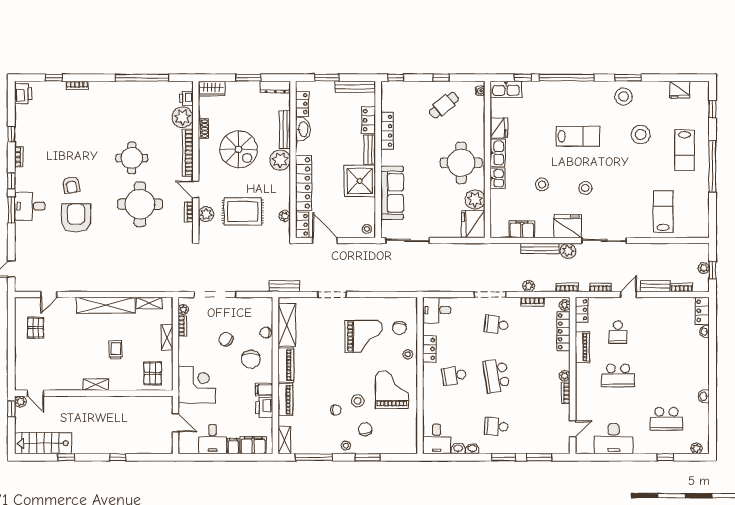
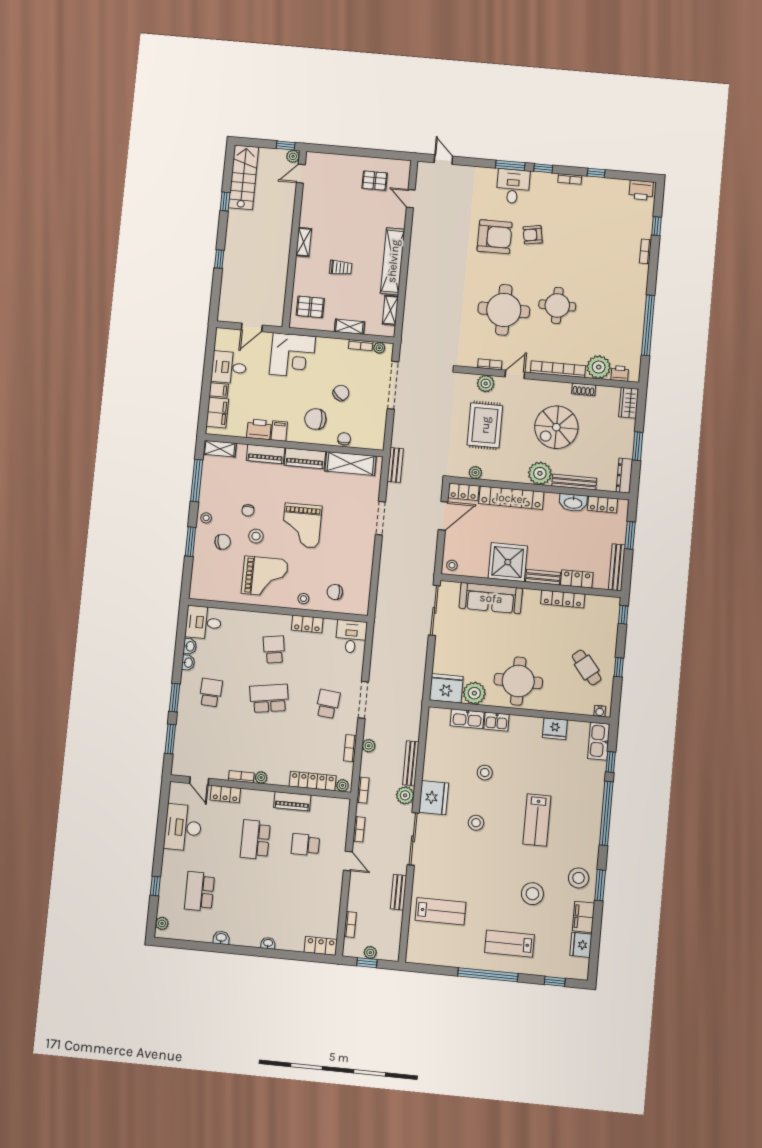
kitchen sink: (498, 153) -> (467, 719), moved
filing cabinet: (522, 229) -> (583, 917), moved, turned 180
bench: (655, 286) -> (398, 892), moved
locker: (582, 310) -> (225, 794), moved
washbasin: (704, 331) -> (268, 943), moved
grand piano: (364, 336) -> (302, 526), moved

